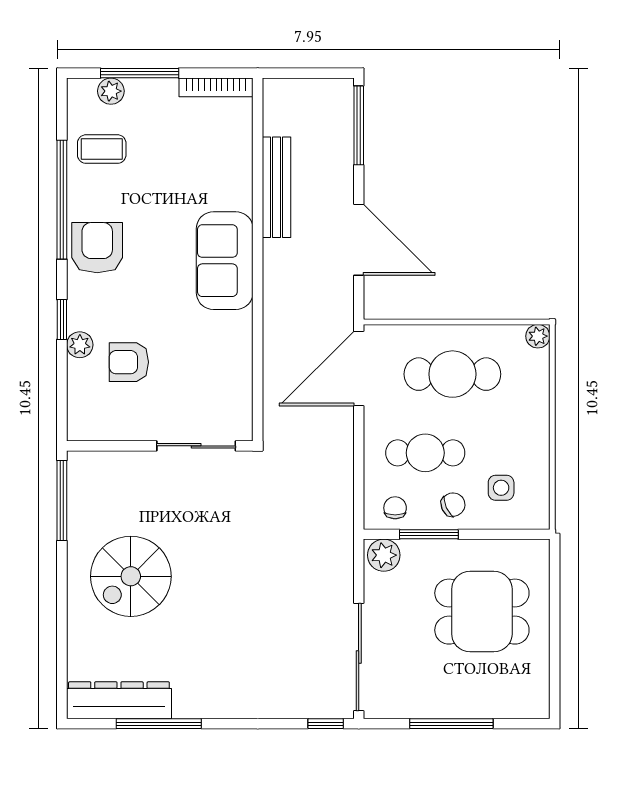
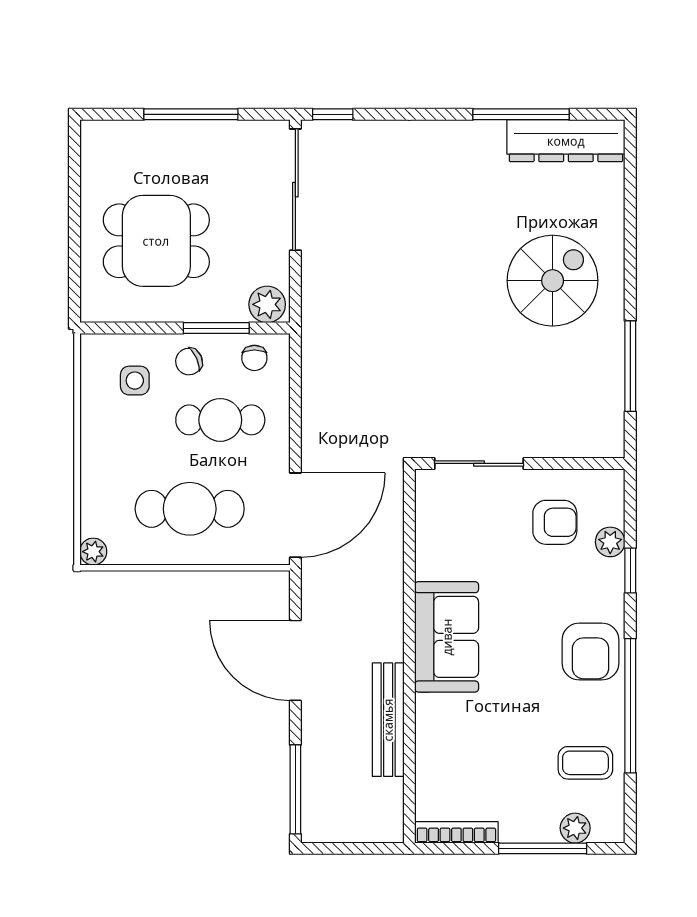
wall: (160, 446) -> (520, 463), moved
sliding door: (196, 446) -> (479, 463), moved

